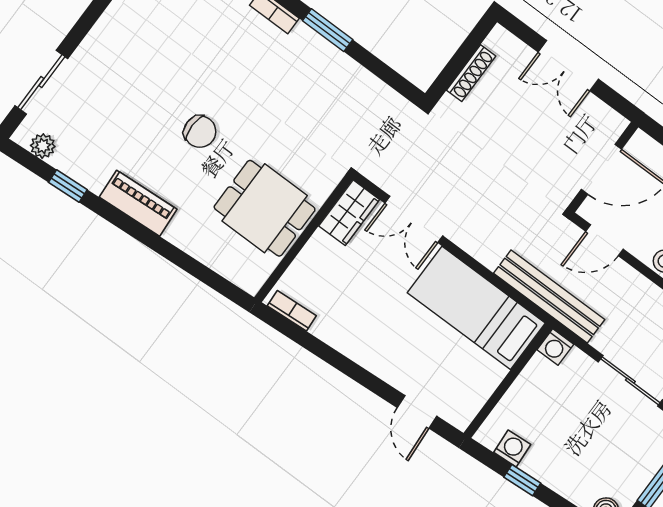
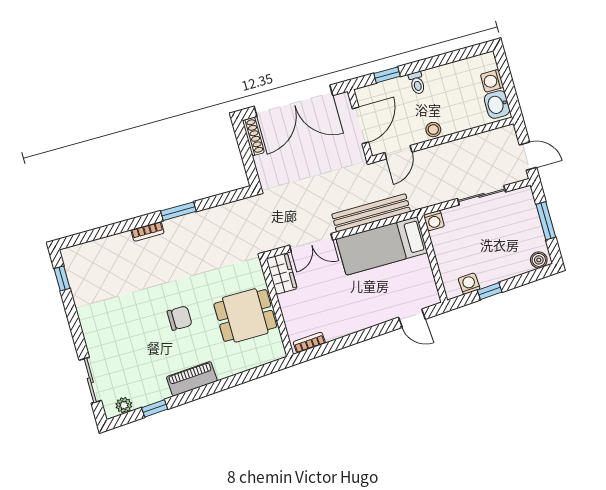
double door: (568, 66) -> (293, 101), width x1.87
shoe rack: (471, 73) -> (253, 136), moved
bench: (549, 296) -> (371, 213), moved

